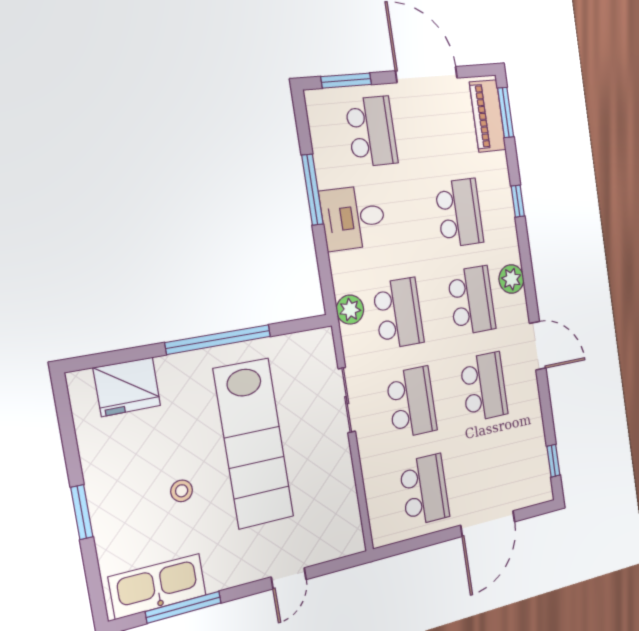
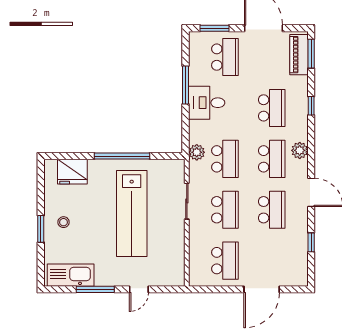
window: (553, 461) -> (311, 242), moved
stool: (182, 491) -> (64, 222), moved
window: (184, 607) -> (95, 289), moved

